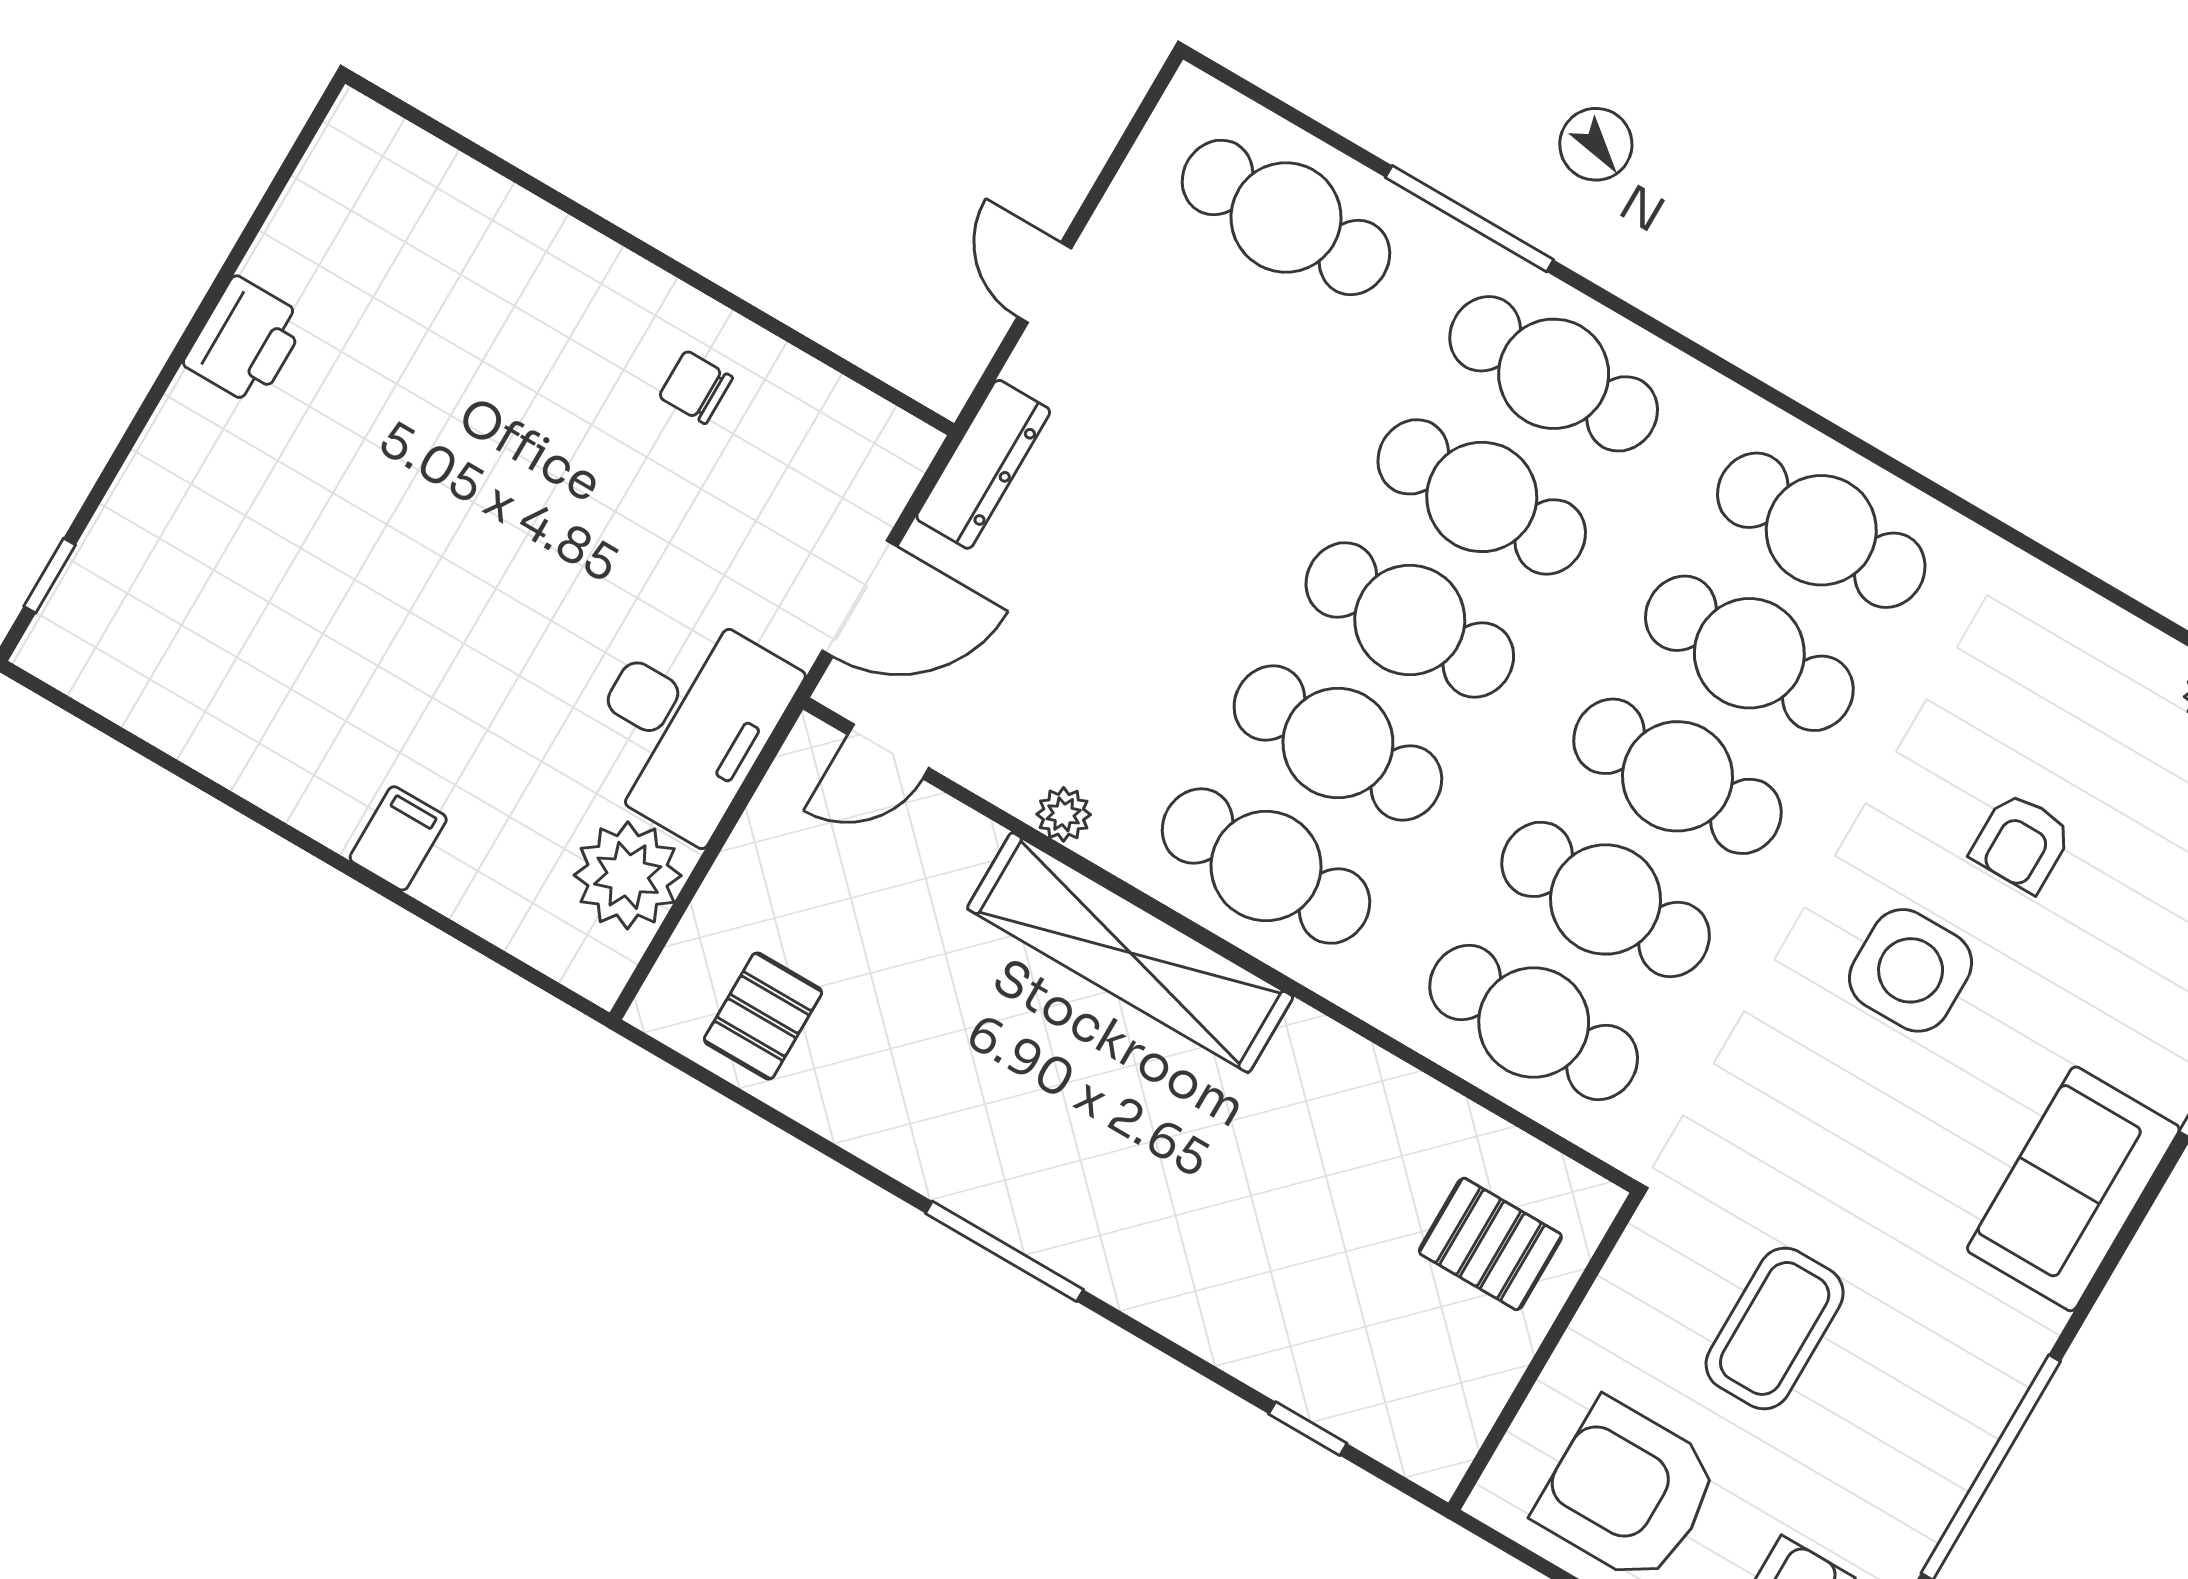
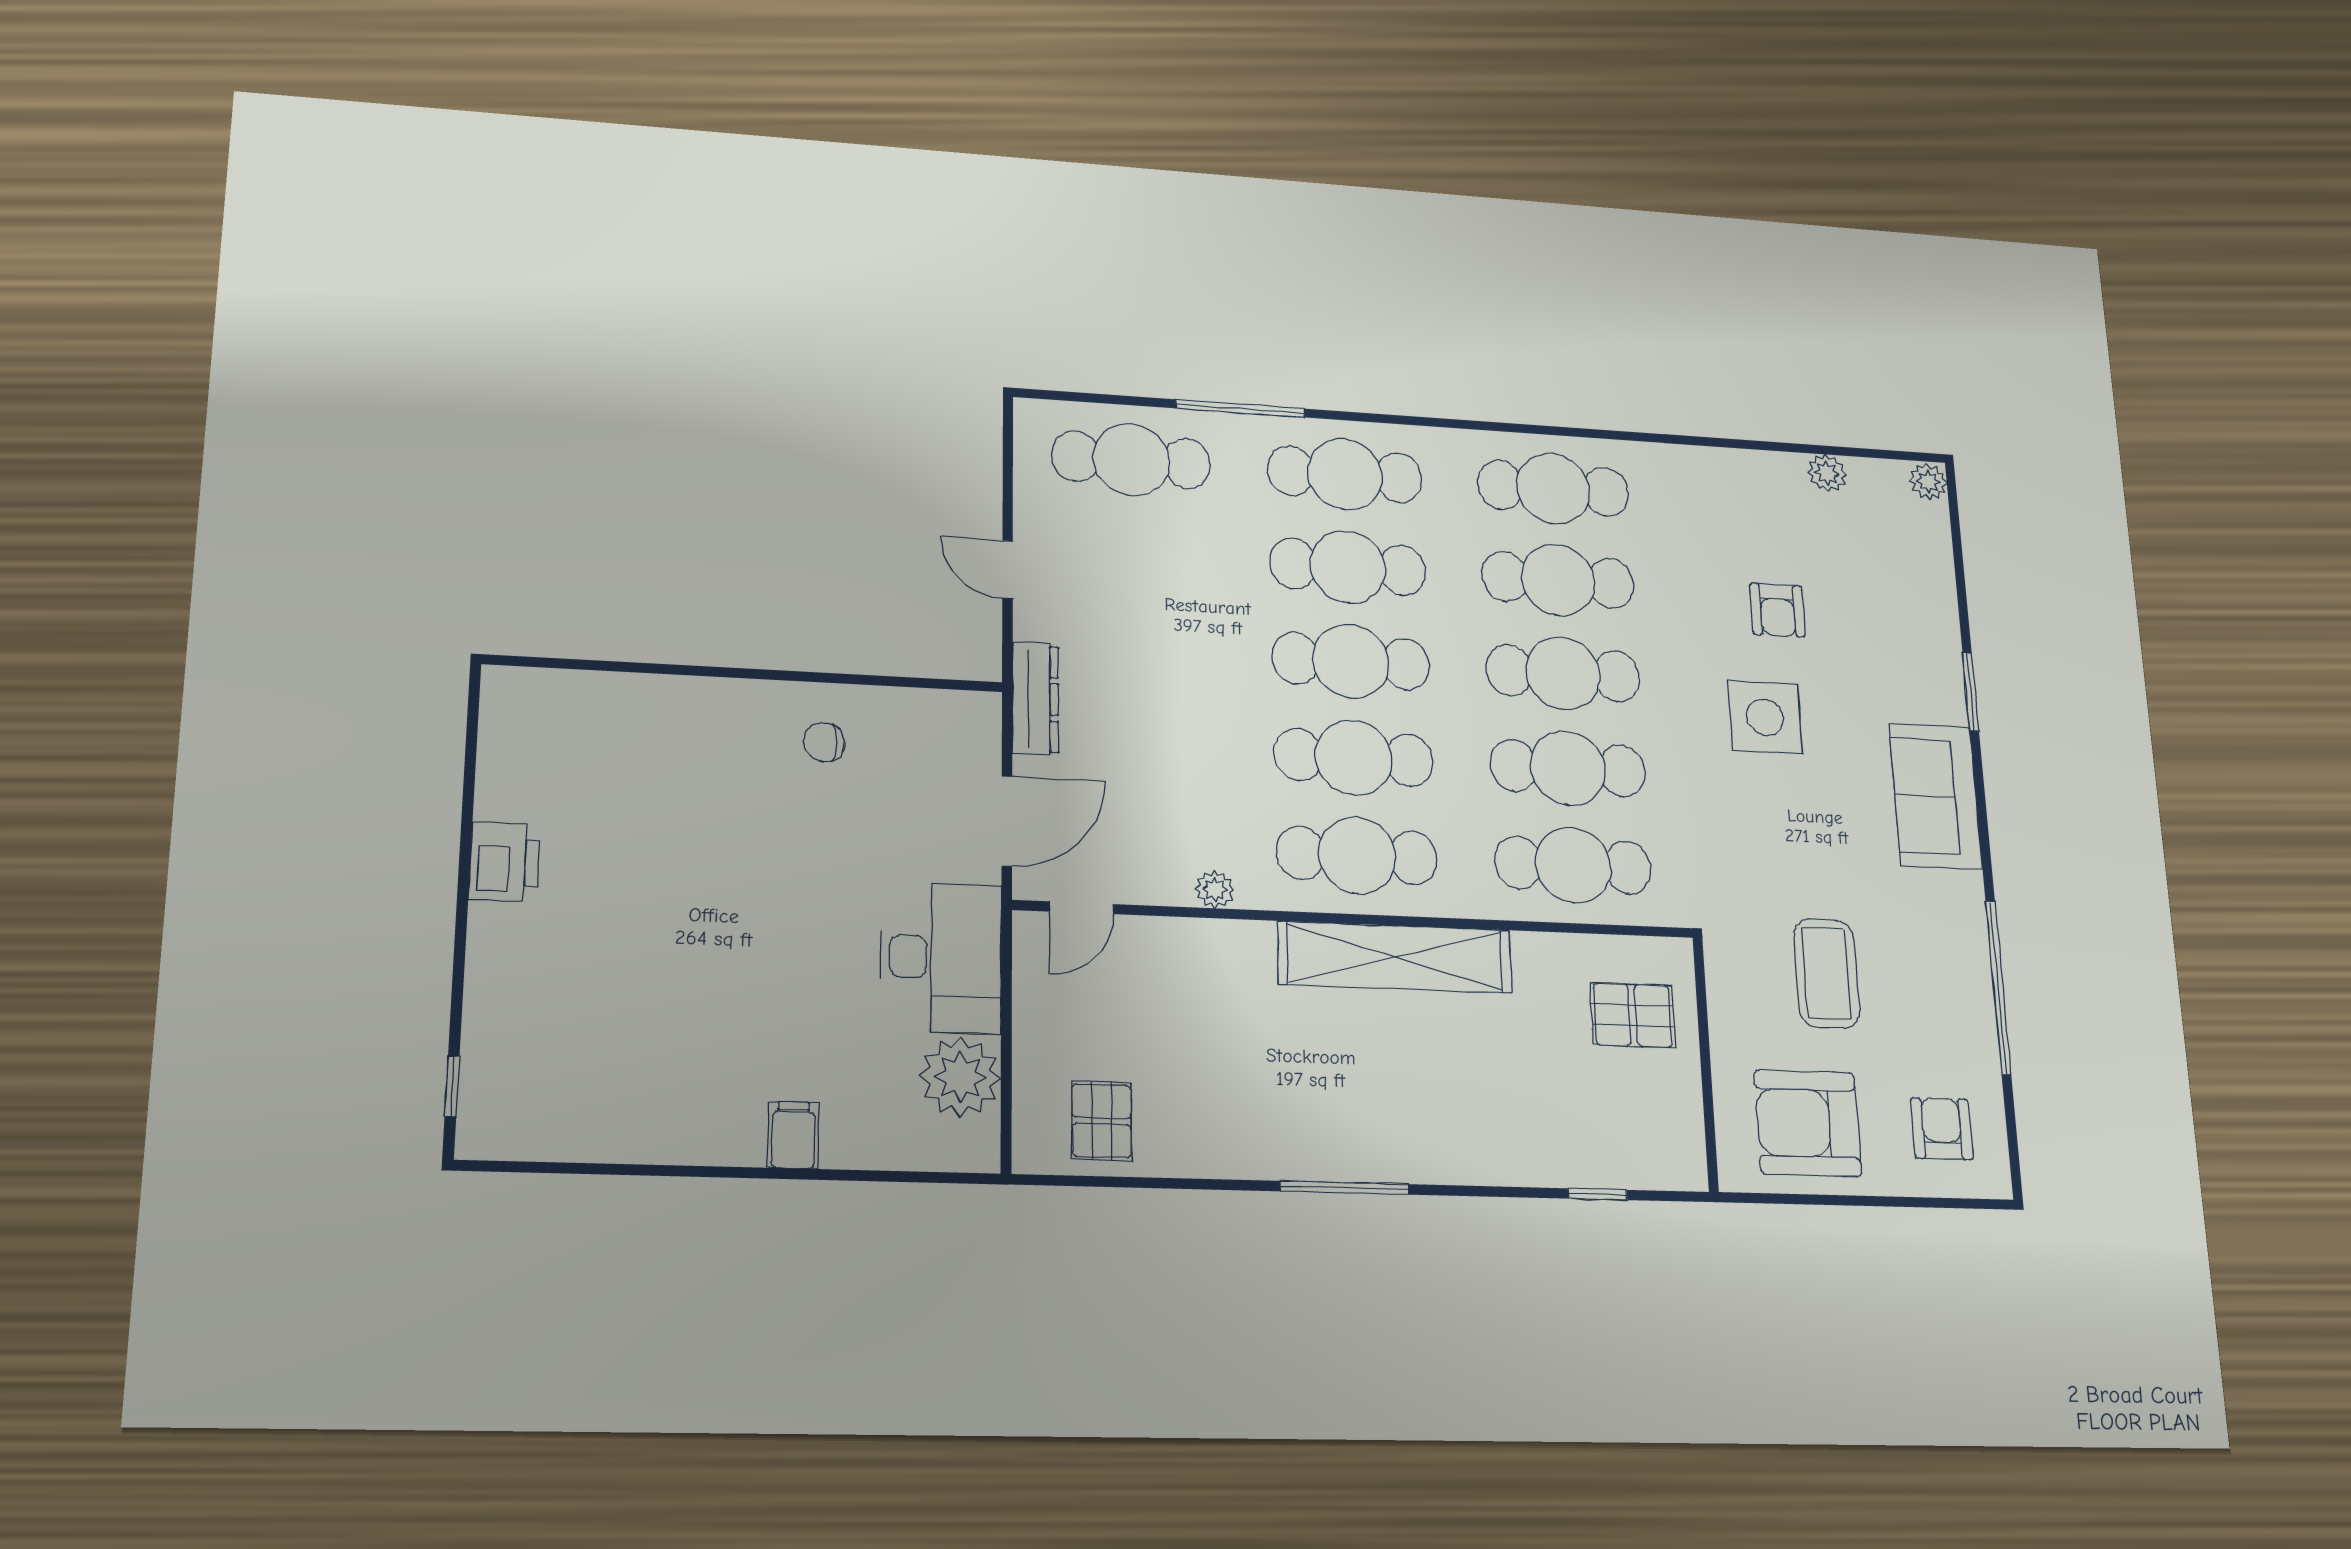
shelving: (1130, 953) -> (1395, 957), moved

